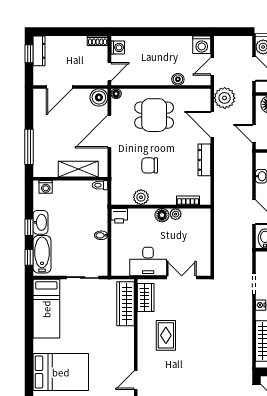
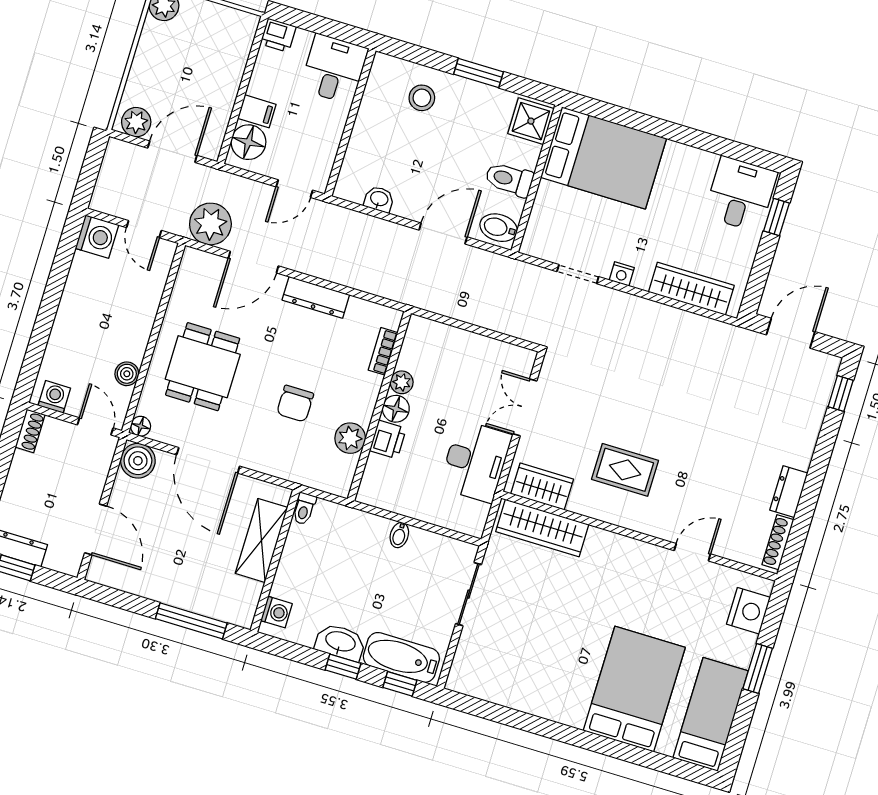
boiler: (178, 79) -> (127, 374), moved
printer: (119, 216) -> (388, 439), moved
bed: (46, 309) -> (507, 680), removed
door: (136, 380) -> (692, 552), swing flipped

